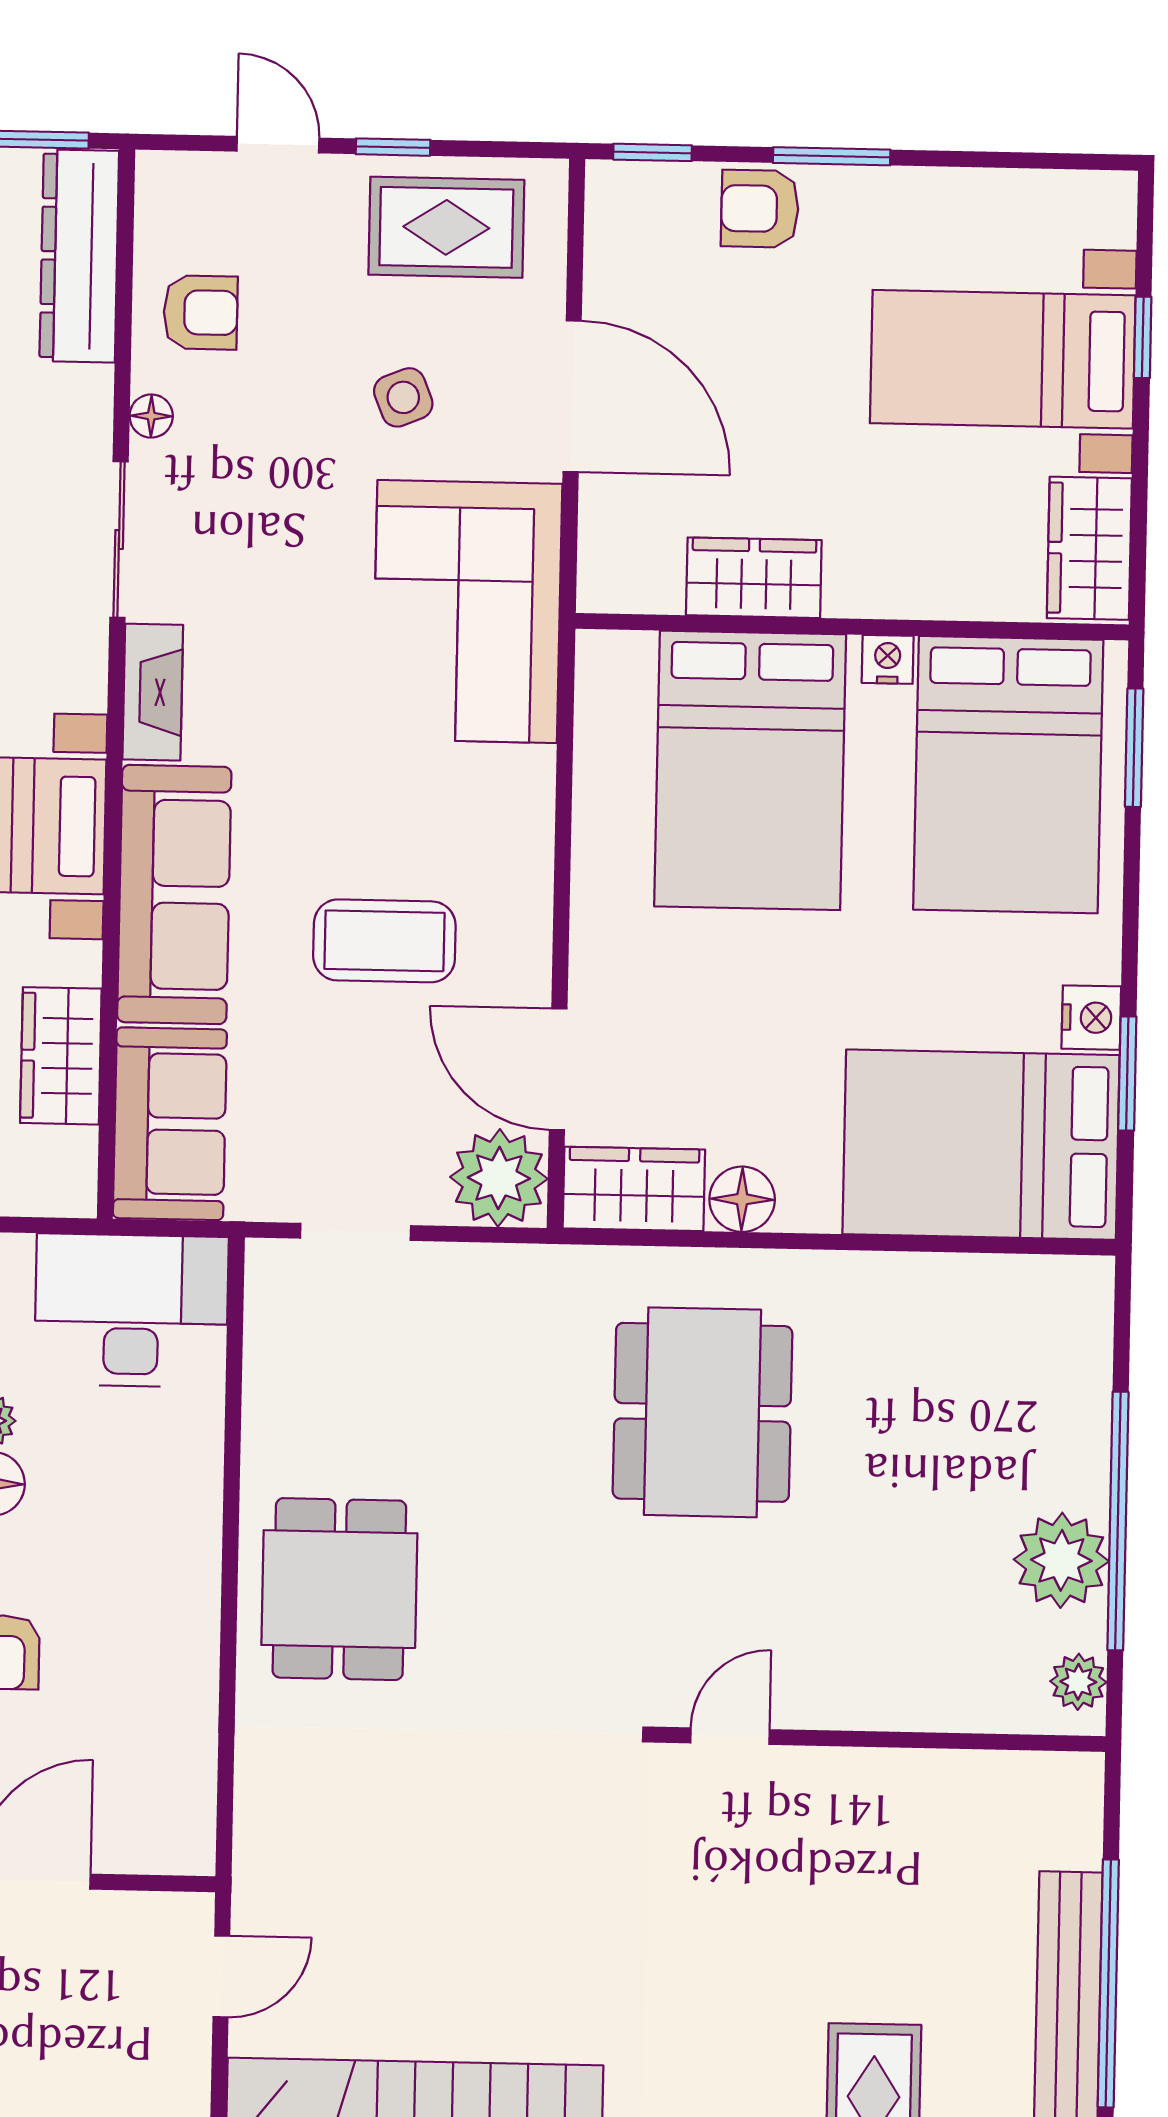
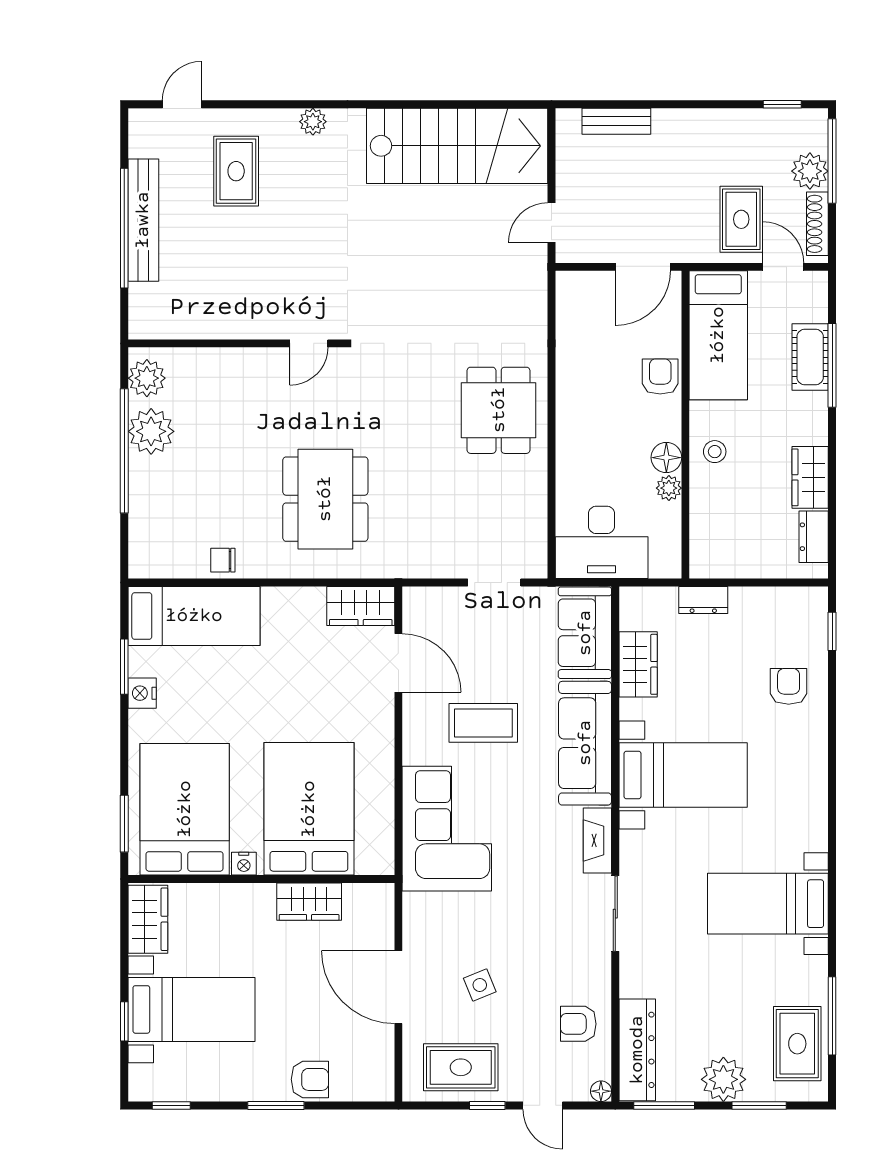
window: (652, 152) -> (171, 1105), moved
floor lamp: (151, 416) -> (601, 1091), moved
corner sofa: (467, 612) -> (447, 829), moved
bed: (981, 1145) -> (194, 616), width x0.67
plant: (499, 1178) -> (426, 610), removed
floor lamp: (742, 1199) -> (308, 602), removed
chair: (918, 1290) -> (223, 560), added
plant: (1078, 1682) -> (147, 378), width x1.38, depth x1.38

